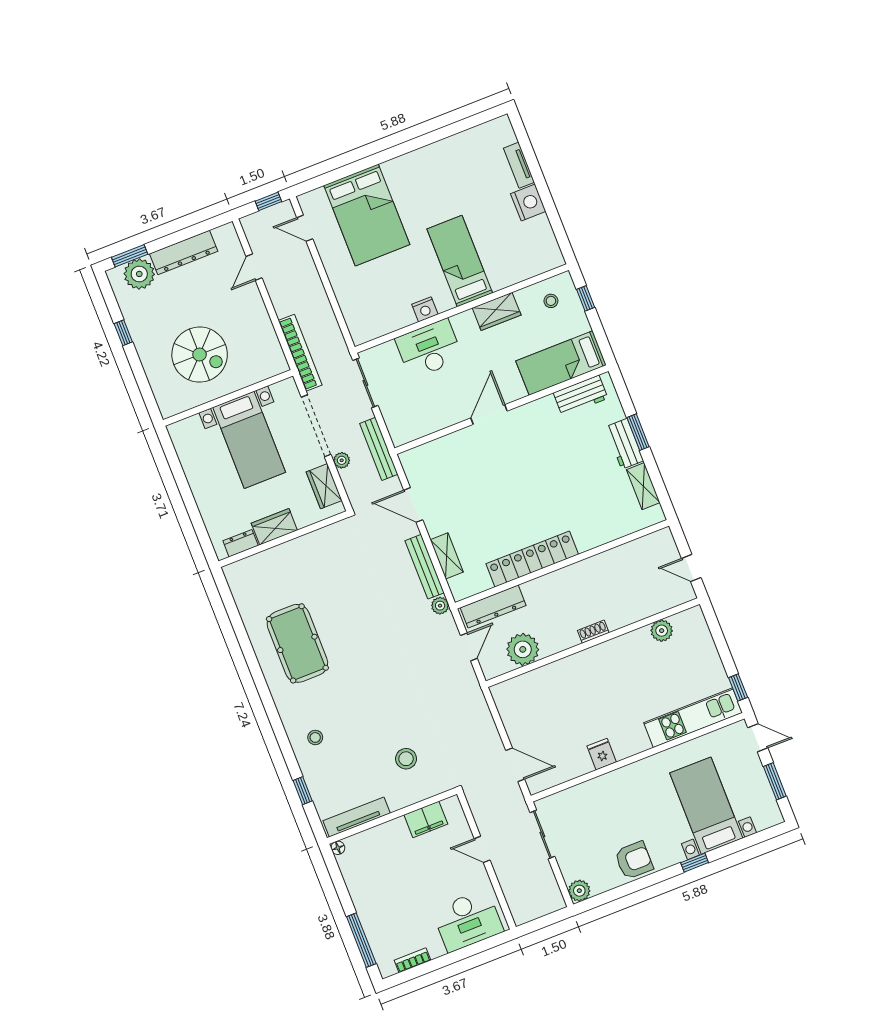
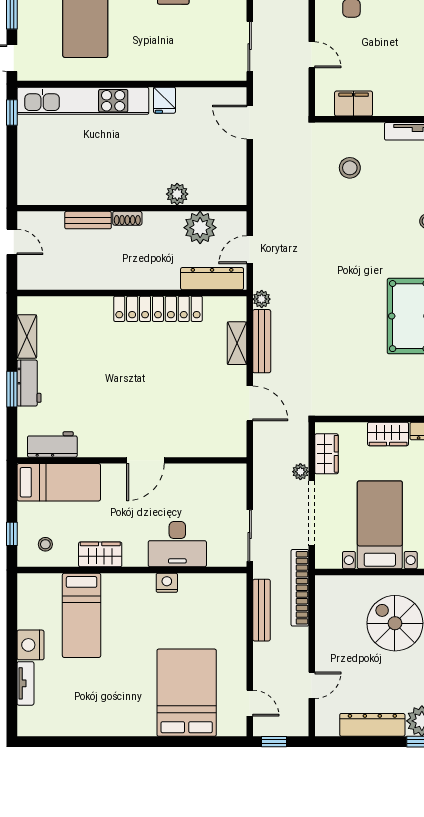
bed: (460, 261) -> (82, 615), moved
bench: (379, 449) -> (261, 610), moved
bench: (629, 616) -> (88, 220), added
plant: (662, 631) -> (177, 194), moved
kitchen unit: (693, 718) -> (83, 101), width x1.36

